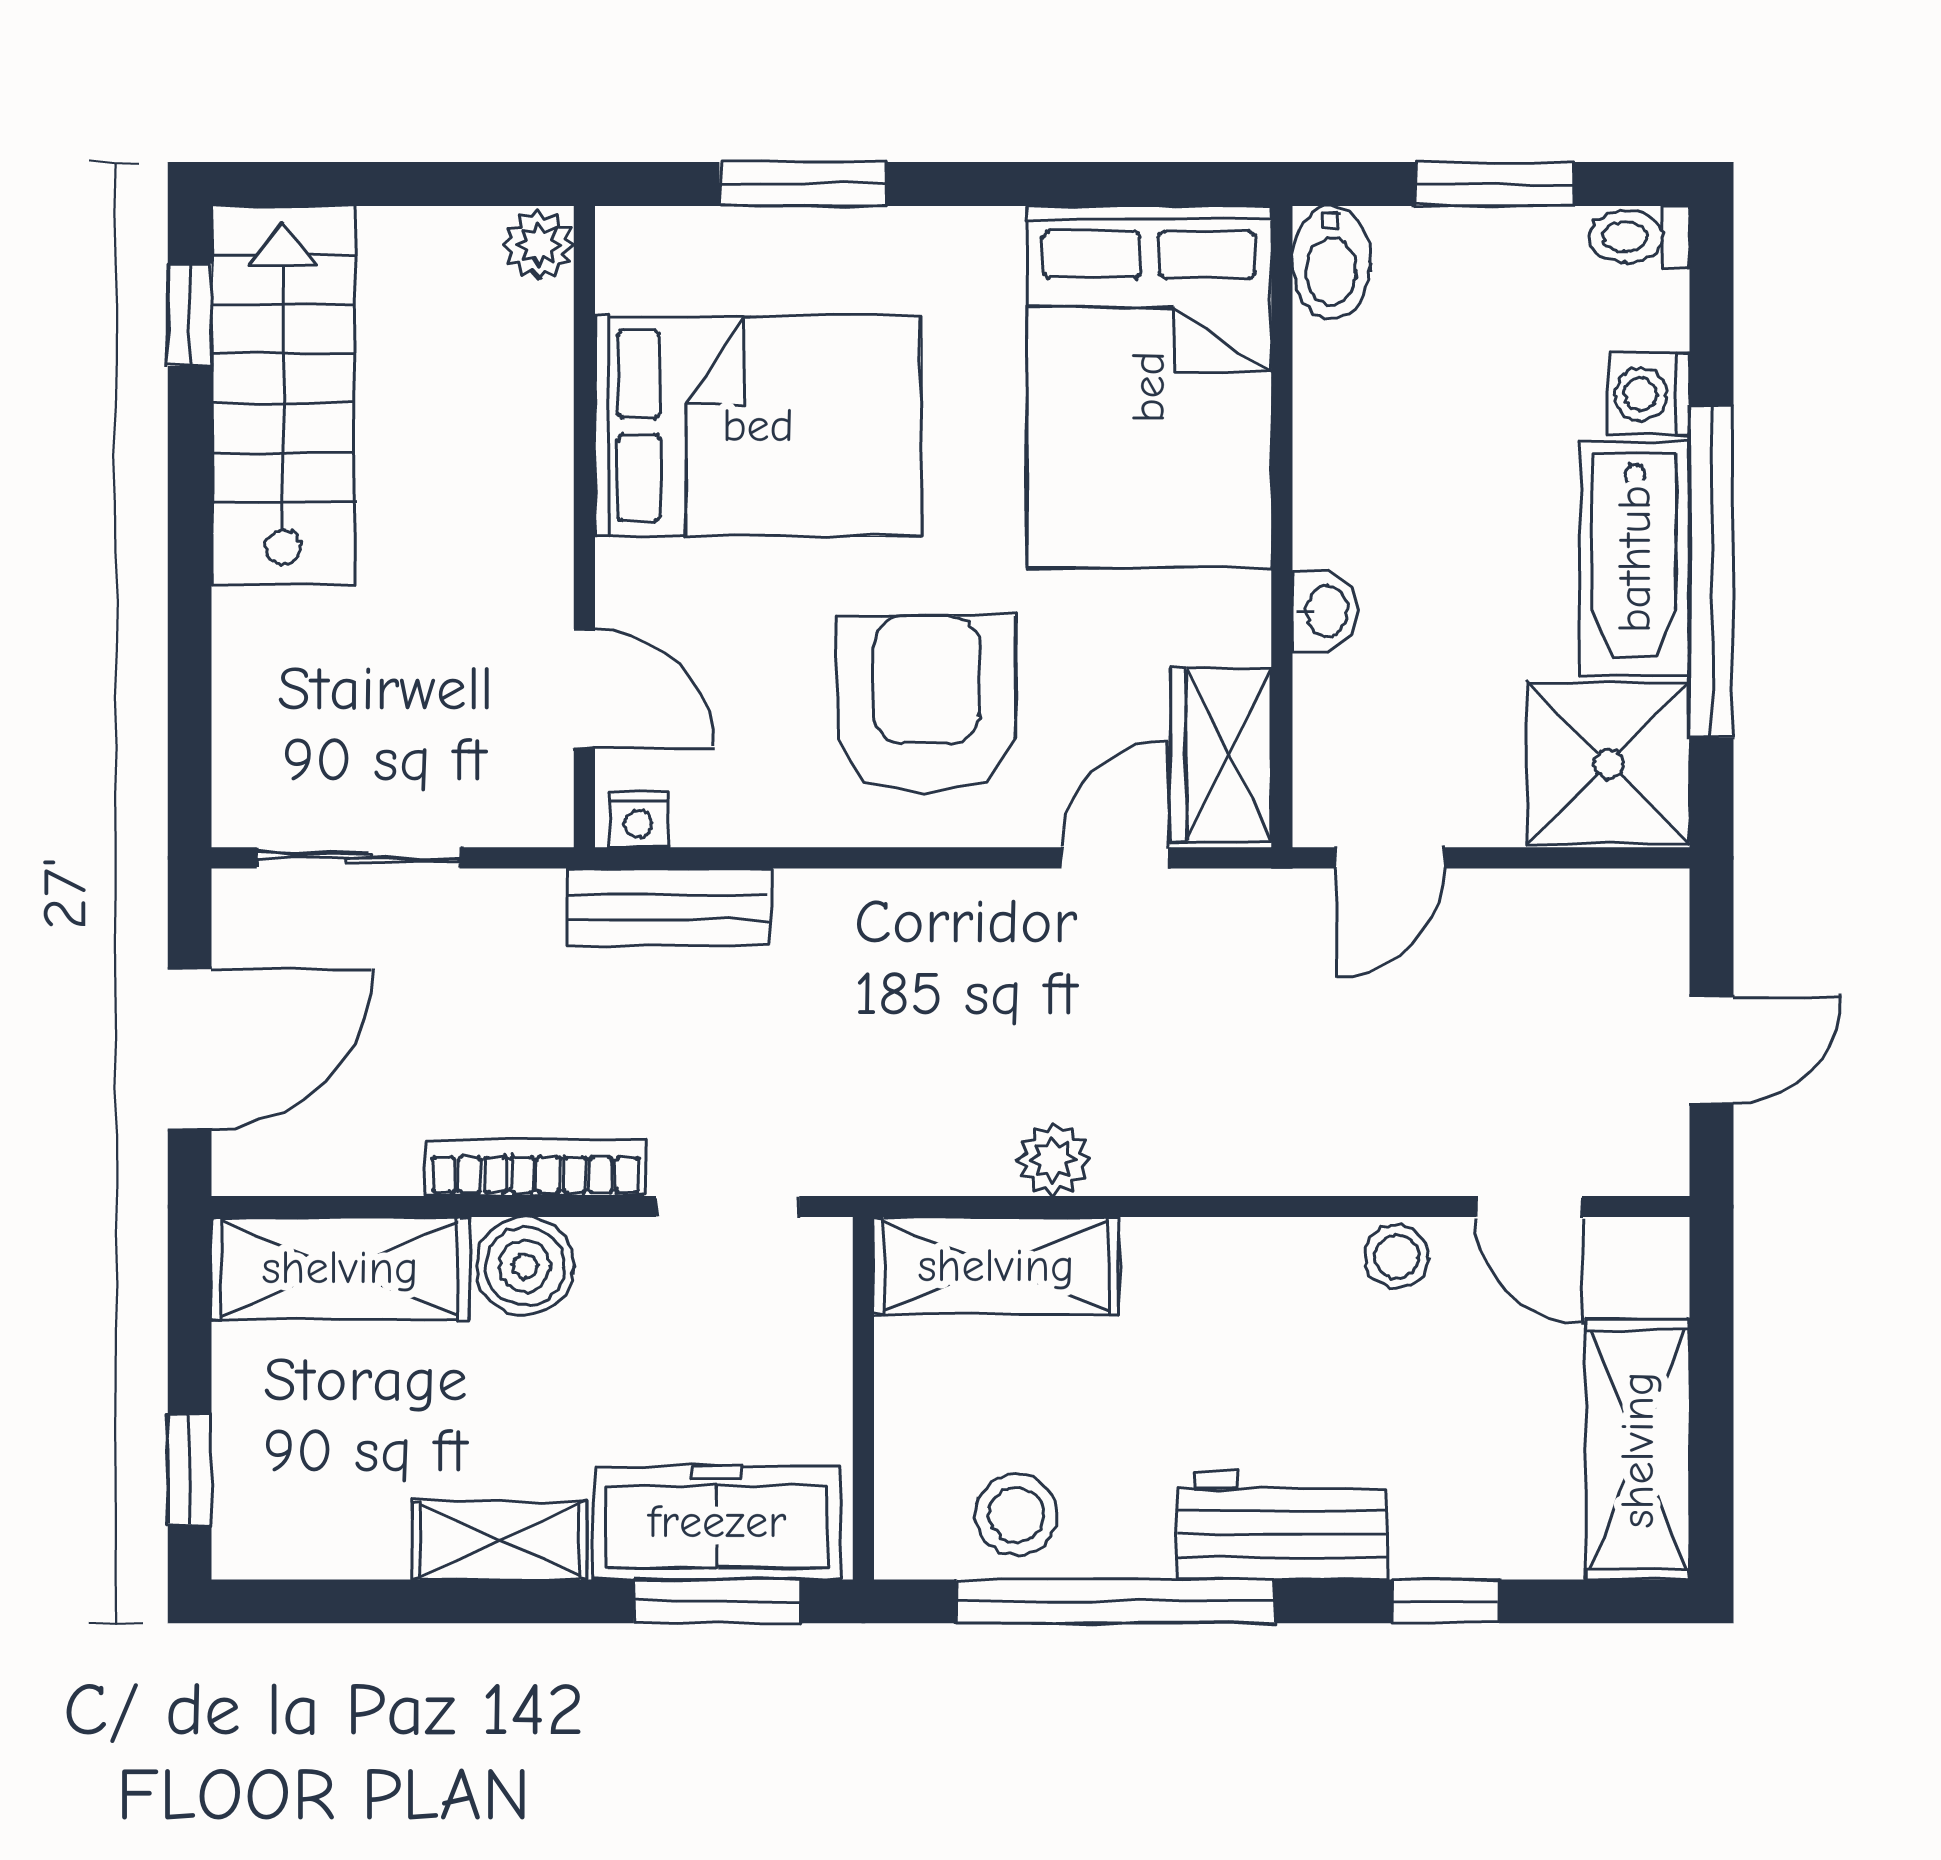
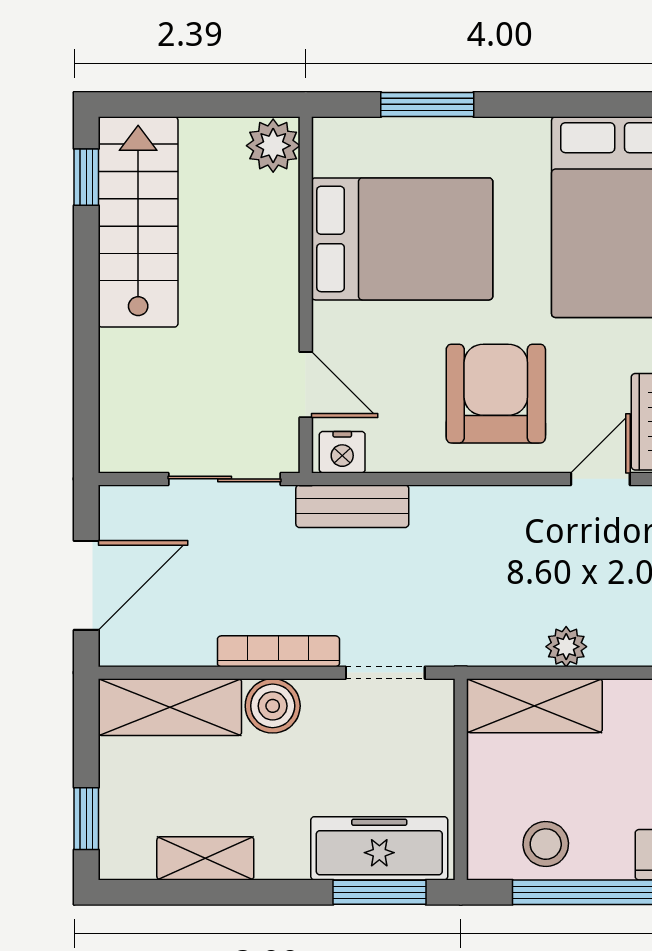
plant: (539, 245) -> (273, 146), width x1.38, depth x1.38
nightstand: (639, 820) -> (342, 452), width x1.39, depth x1.35
sliding door: (358, 858) -> (225, 479), moved
shelving: (500, 1540) -> (205, 858), moved

